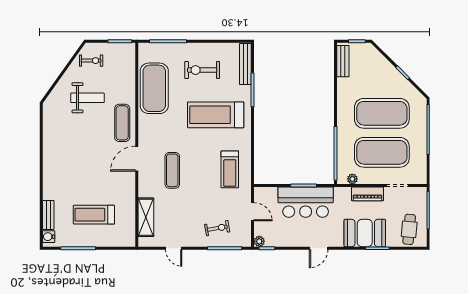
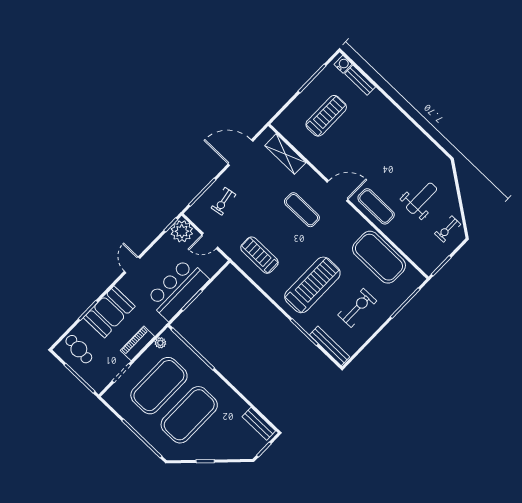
weight bench: (87, 98) -> (422, 198), turned 180
door: (137, 159) -> (338, 191), hinge flipped
plant: (259, 241) -> (182, 231), width x1.87, depth x1.87
door: (174, 248) -> (240, 153), width x1.88

